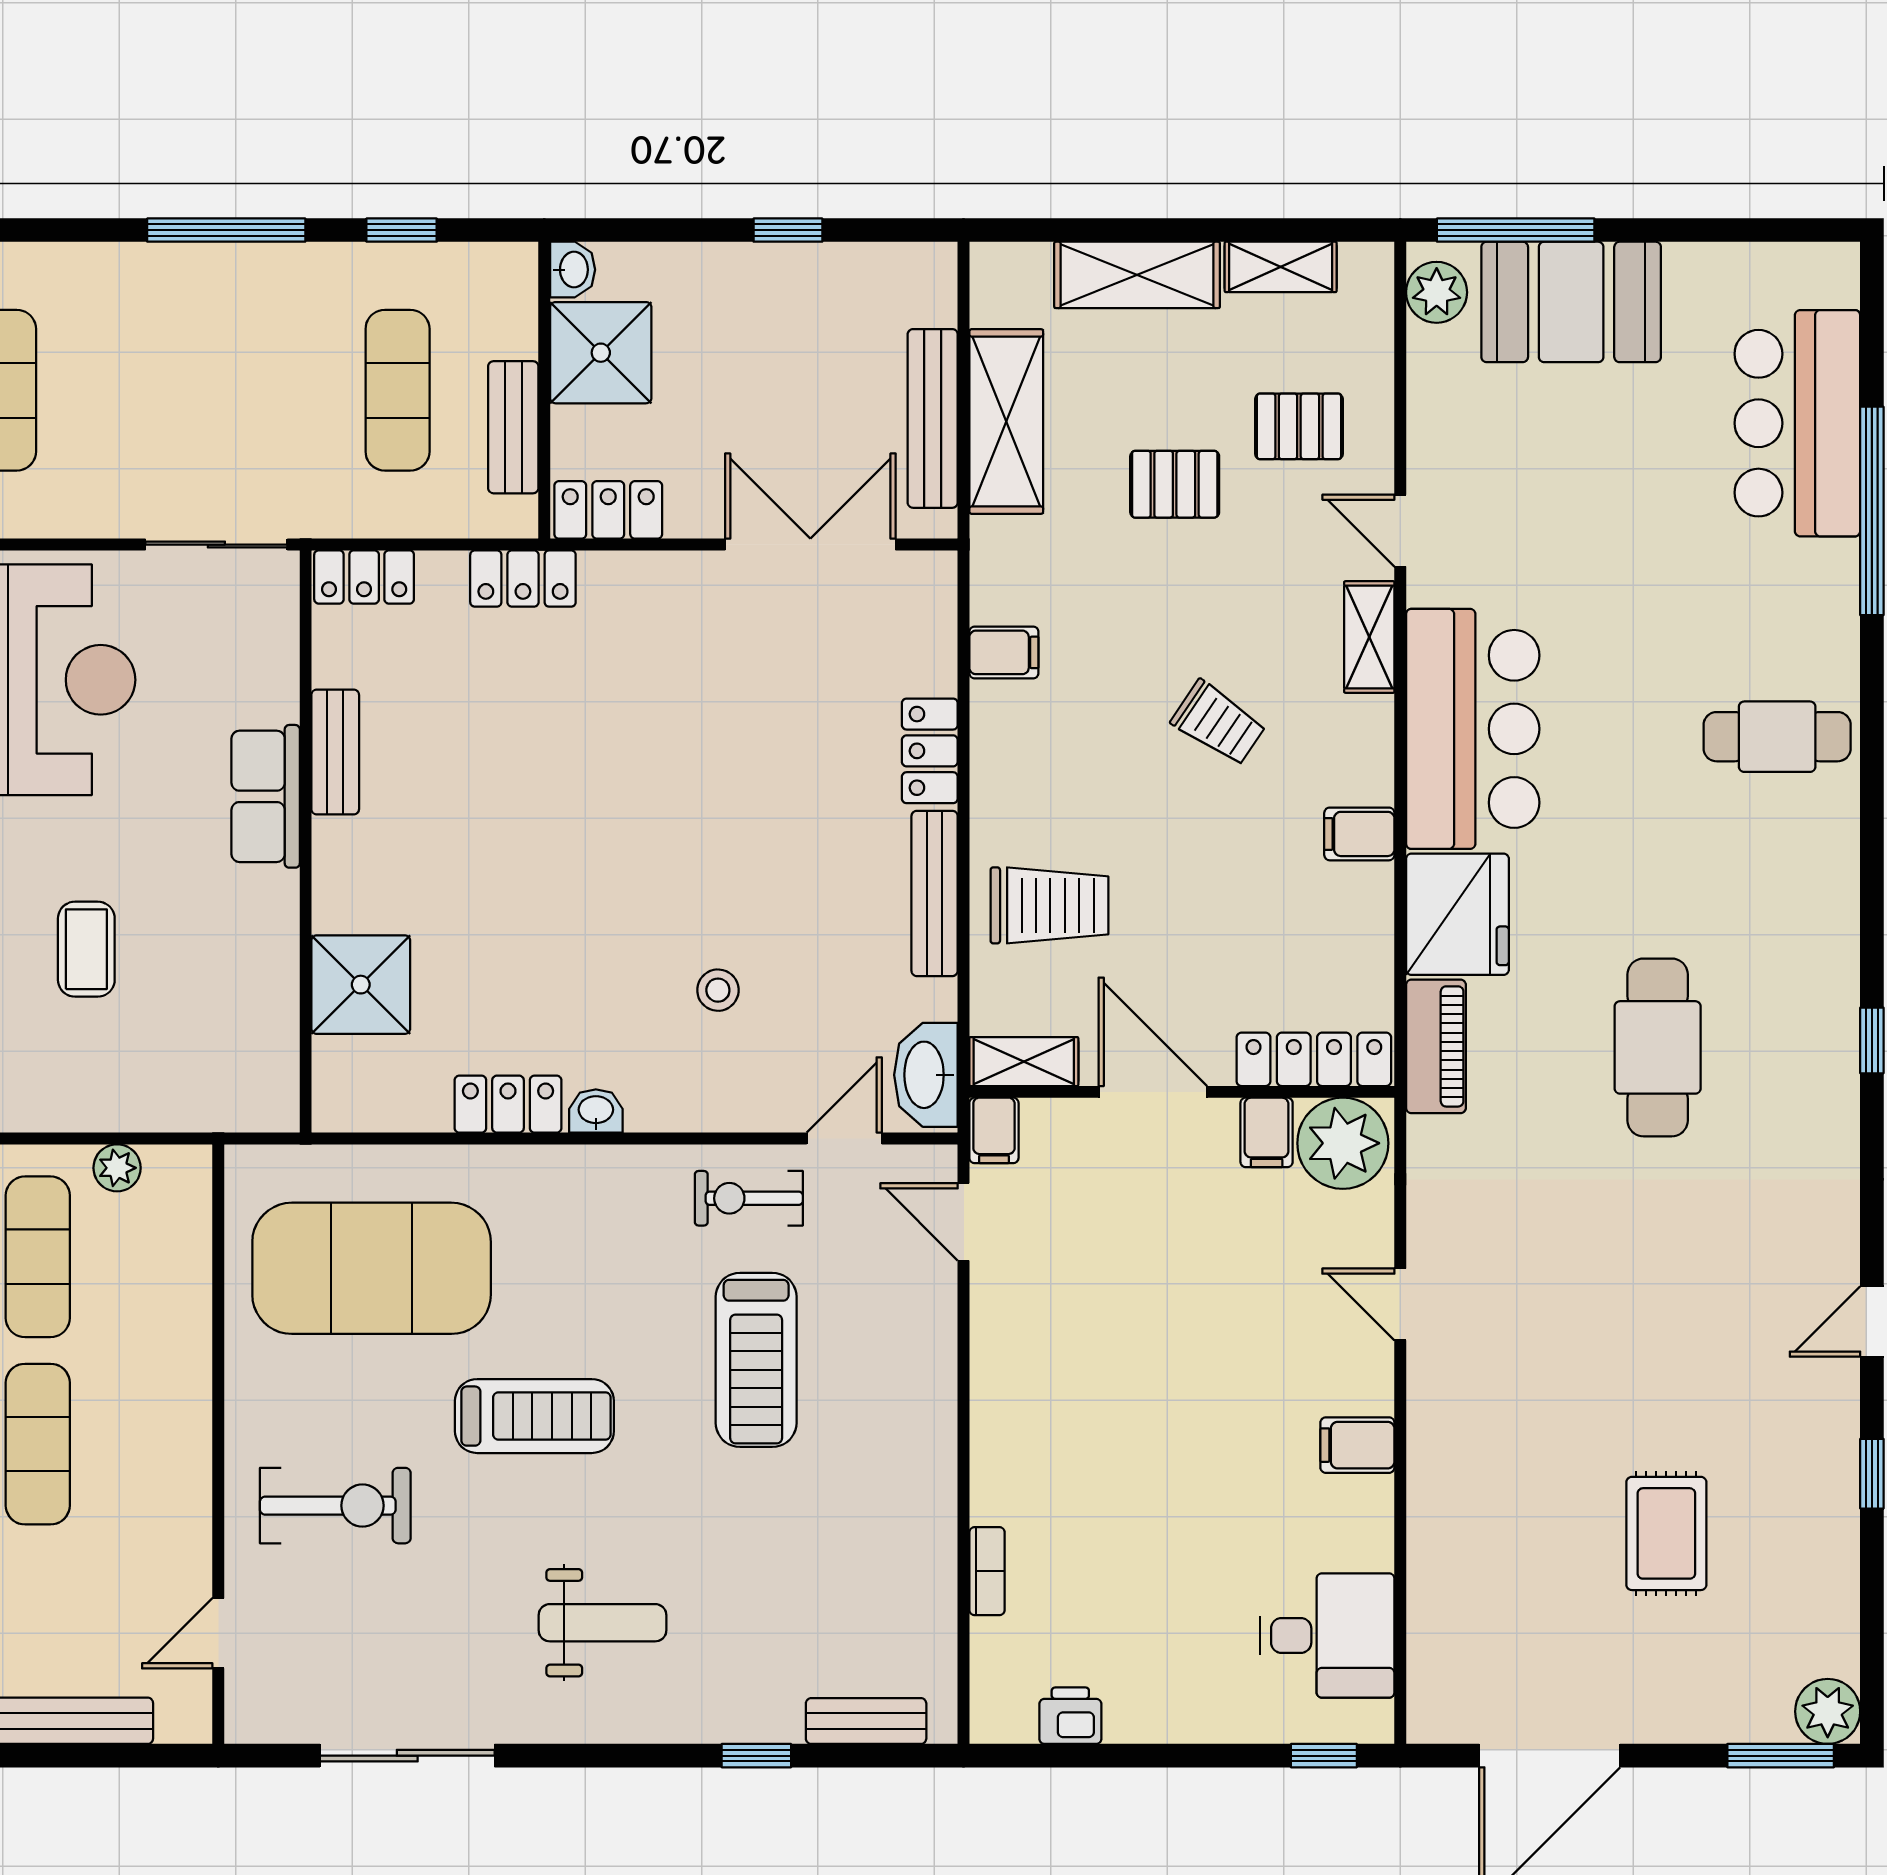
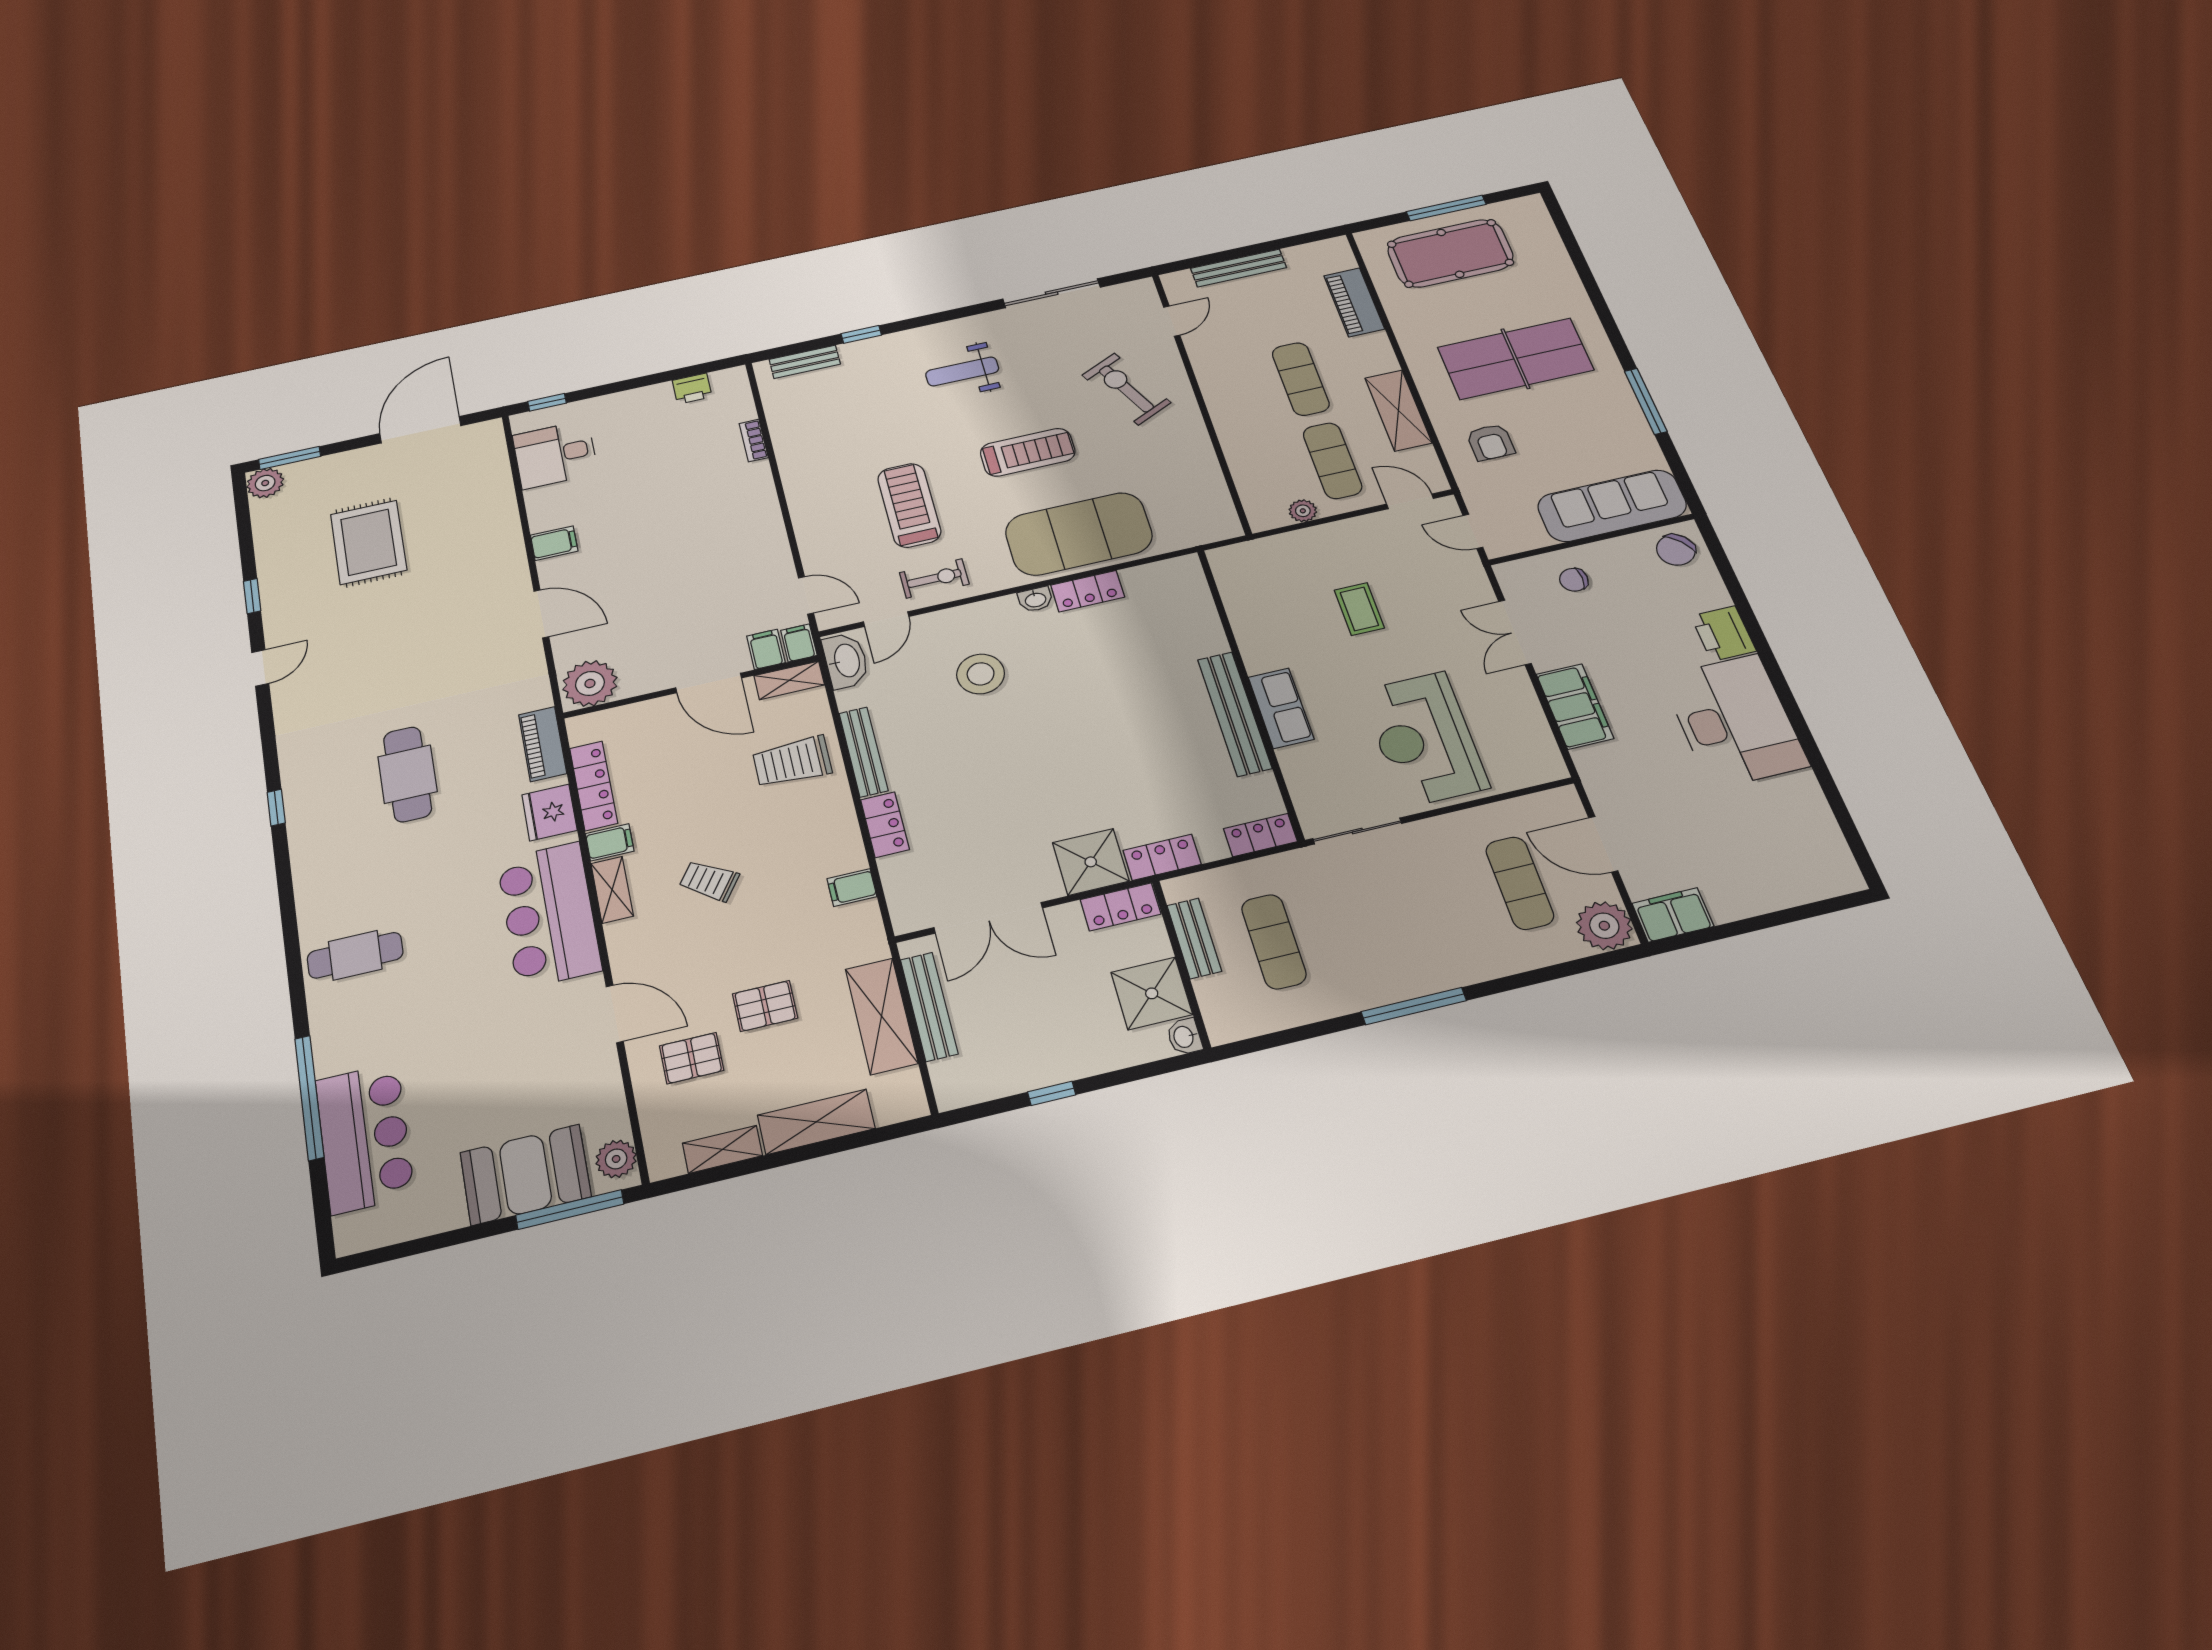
window: (402, 230) -> (1302, 1033), removed
door: (1400, 531) -> (615, 1014), width x1.38
shelving: (1369, 637) -> (612, 890), moved
bench: (335, 752) -> (1235, 714), width x1.86, depth x1.21
fridge: (1457, 914) -> (549, 813), width x0.73, depth x0.75
shower: (361, 985) -> (1091, 862), moved
stool: (718, 990) -> (981, 674), width x1.89, depth x1.89
locker: (1314, 1059) -> (594, 786), moved, turned -90
filing cabinet: (1267, 1132) -> (766, 649), moved
exercise mat: (372, 1268) -> (1079, 534), moved
door: (1400, 1304) -> (541, 614), width x1.37
treadmill: (534, 1416) -> (1028, 452), turned 180
exercise bike: (335, 1506) -> (1126, 389), turned 64
rug: (1666, 1533) -> (369, 542), width x1.36, depth x1.43

